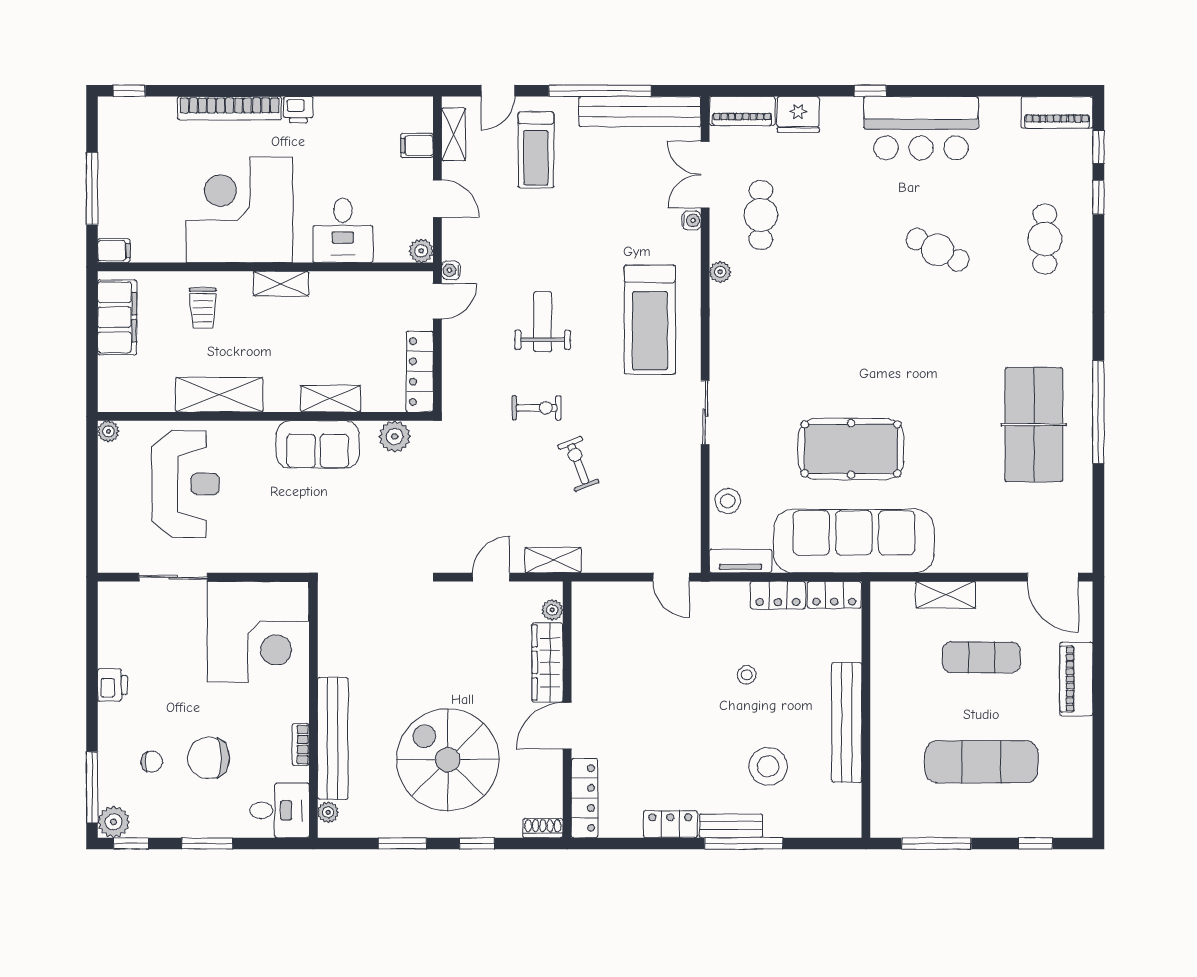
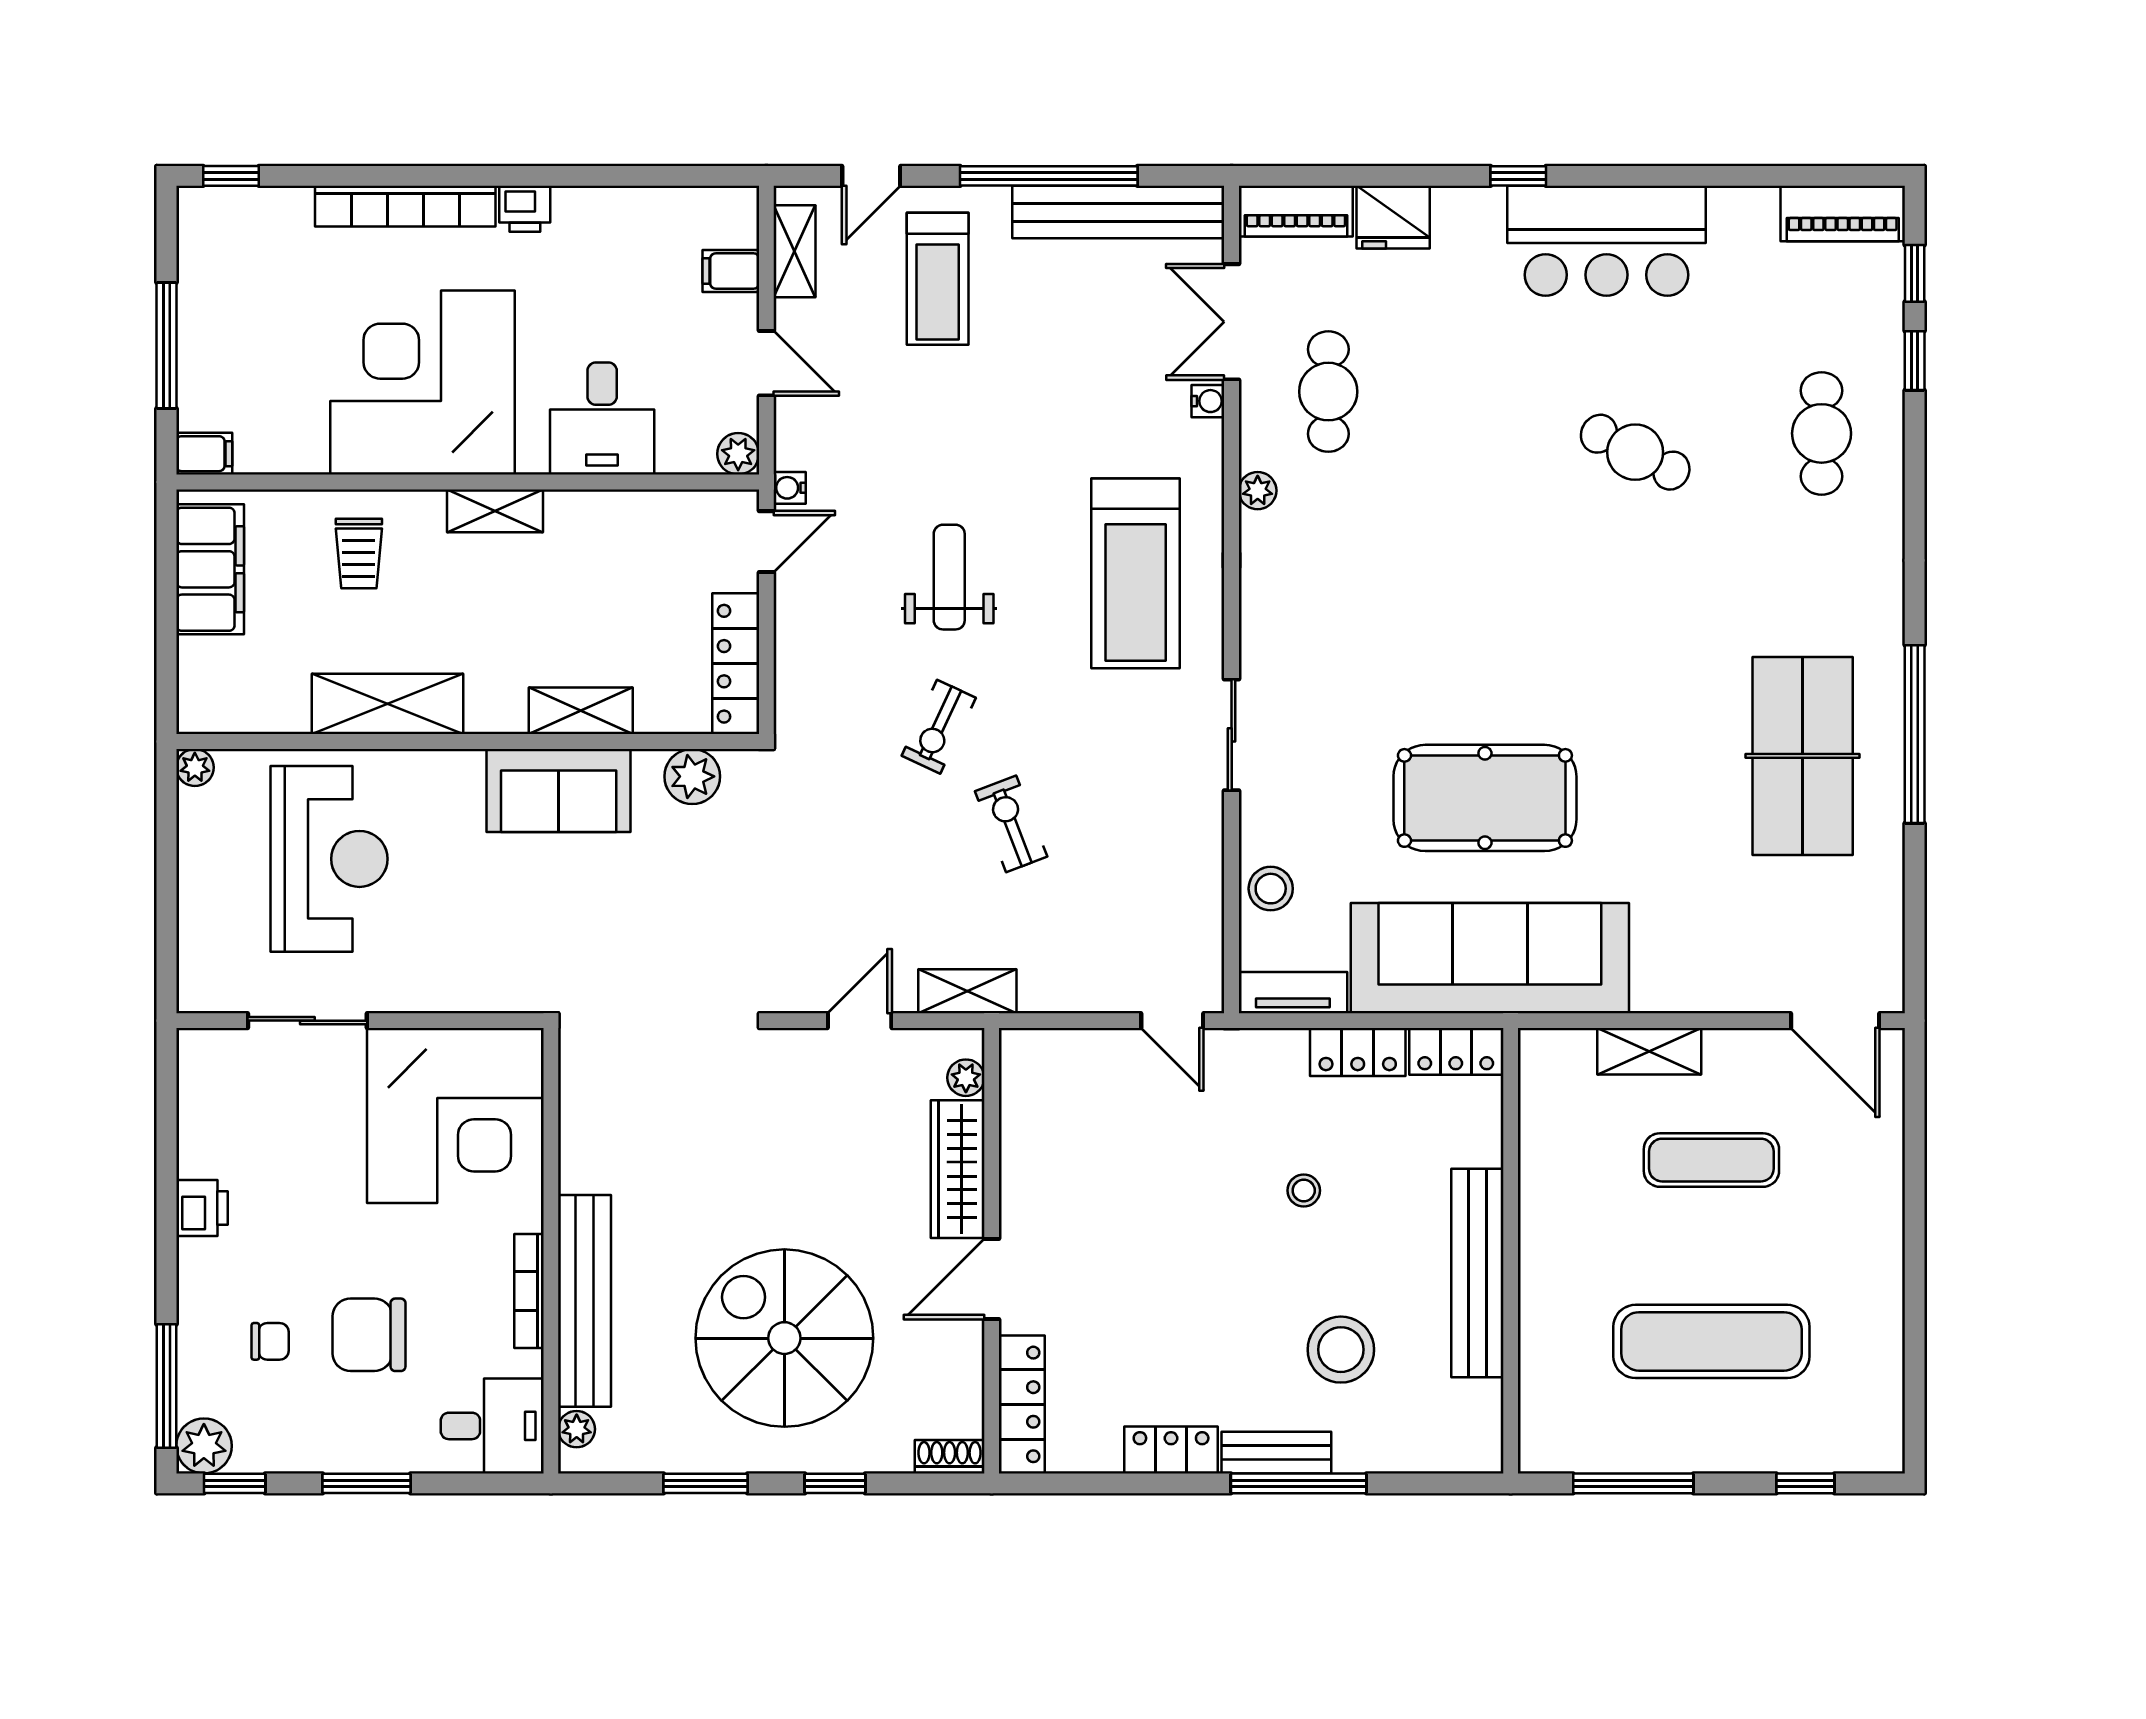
exercise bike: (537, 408) -> (939, 727), turned 115
piano: (1076, 679) -> (1876, 1198), removed
bookcase: (301, 745) -> (529, 1291), width x1.56

